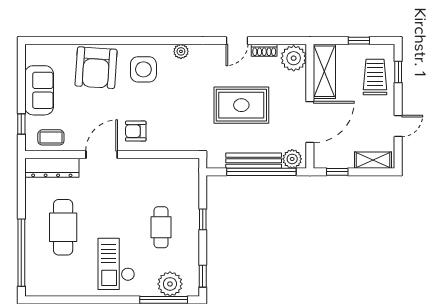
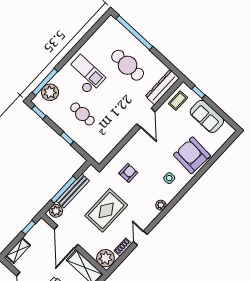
side table: (143, 69) -> (169, 178), width x0.54, depth x0.54
armchair: (136, 131) -> (128, 173), moved
window: (261, 172) -> (64, 190), width x0.68

